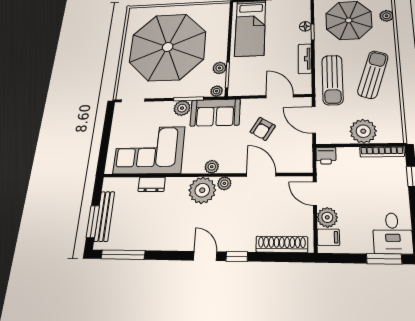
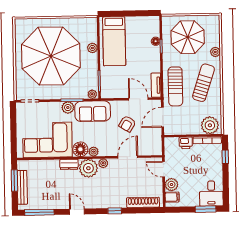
plant: (387, 16) -> (215, 52), moved
tv unit: (305, 59) -> (156, 85), moved
plant: (220, 68) -> (92, 48), moved
door: (314, 120) -> (163, 117), hinge flipped
plant: (363, 131) -> (210, 125), moved
printer: (326, 156) -> (186, 143), moved
floor lamp: (193, 163) -> (80, 149), added
door: (261, 175) -> (128, 157), hinge flipped
dresser: (152, 184) -> (69, 164), moved
window: (93, 221) -> (14, 181), moved
door: (205, 256) -> (77, 212), moved

